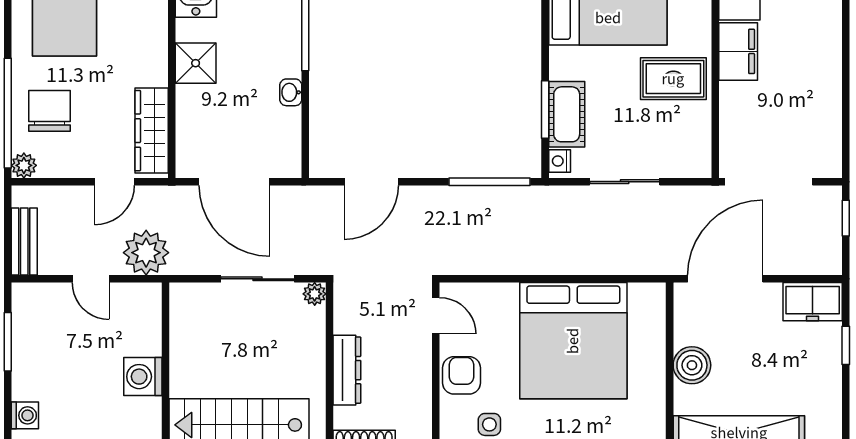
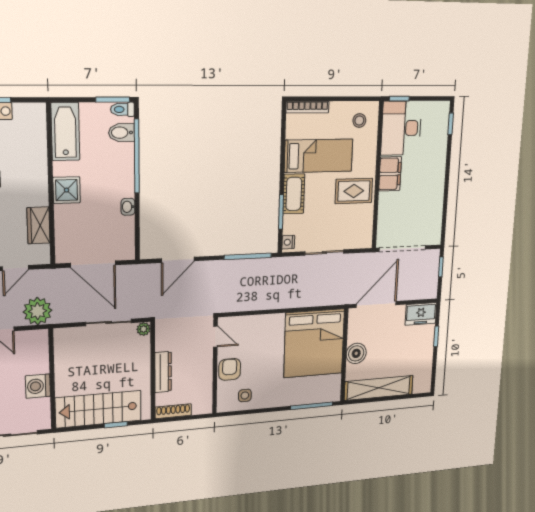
cot: (567, 114) -> (294, 194), moved
wardrobe: (152, 131) -> (38, 225), width x0.67
bed: (573, 341) -> (314, 343), moved

